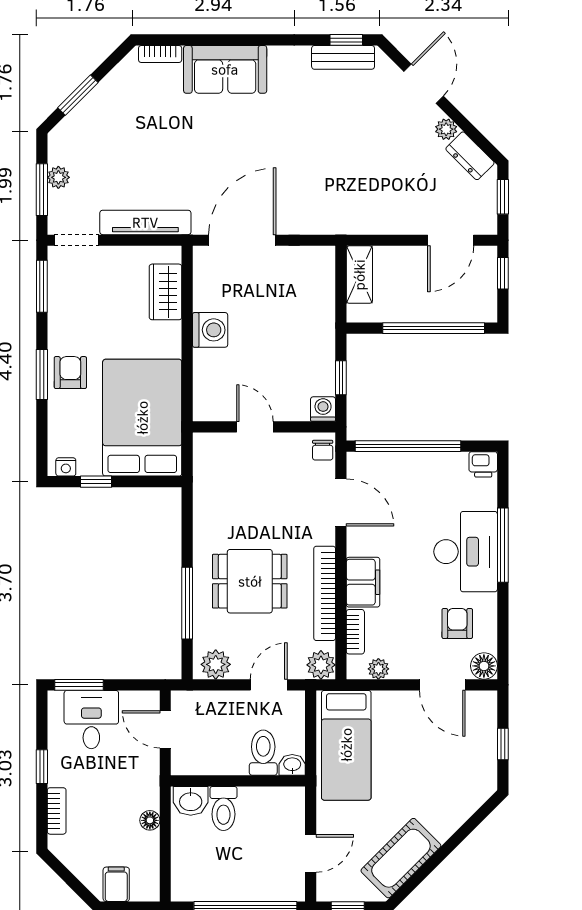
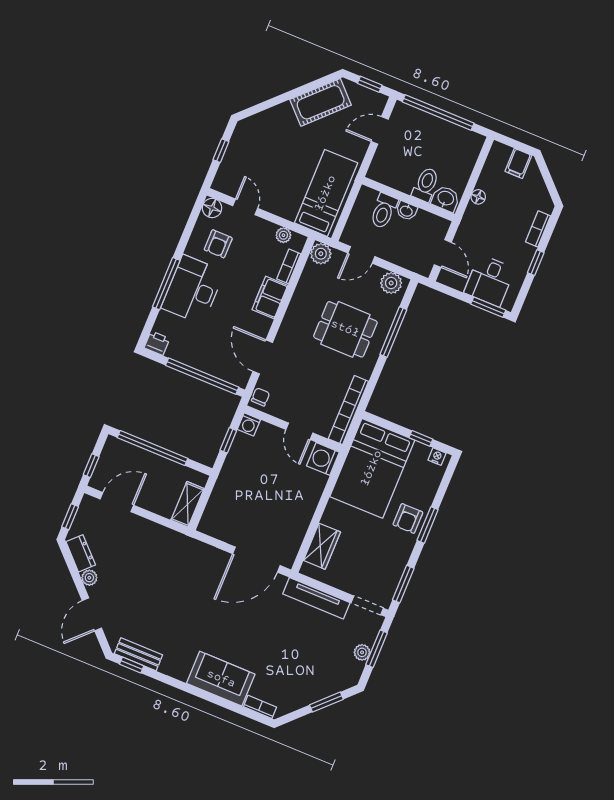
washing machine: (210, 330) -> (323, 459), moved
bookcase: (325, 593) -> (348, 410), moved, turned 180
door: (442, 685) -> (245, 207), width x0.73
washbasin: (292, 765) -> (406, 211), moved

